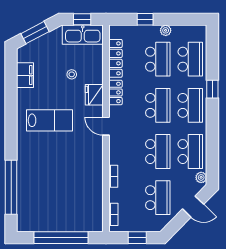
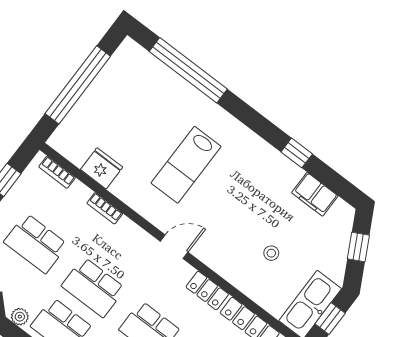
window: (35, 33) -> (358, 247), width x0.67
fridge: (94, 95) -> (102, 168), moved
window: (11, 100) -> (297, 153), added
lab bench: (49, 120) -> (186, 165), moved

